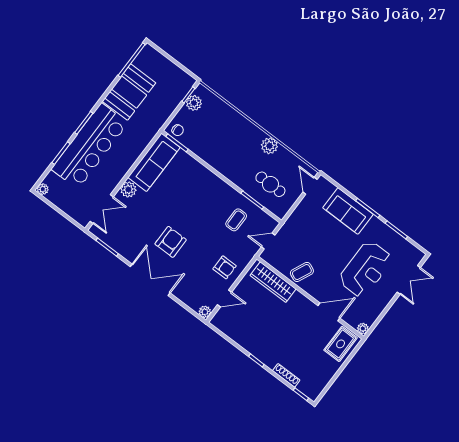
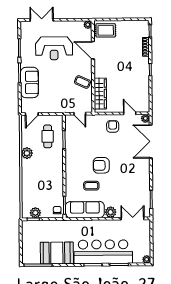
coffee table: (236, 220) -> (91, 186), moved
armchair: (171, 242) -> (101, 165), moved
reception desk: (366, 269) -> (54, 48), turned 180
double door: (150, 280) -> (151, 141), moved

